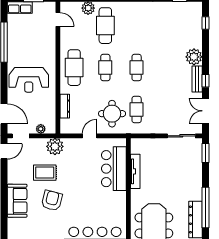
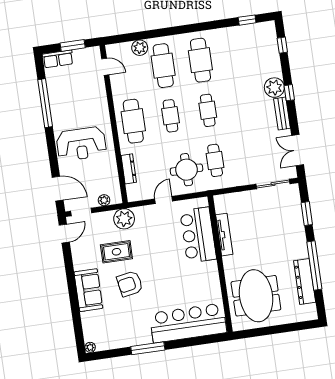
cafe table: (137, 26) -> (200, 60), added
window: (205, 81) -> (289, 93), moved
window: (205, 153) -> (307, 214), moved
armchair: (52, 201) -> (130, 284), turned -114

